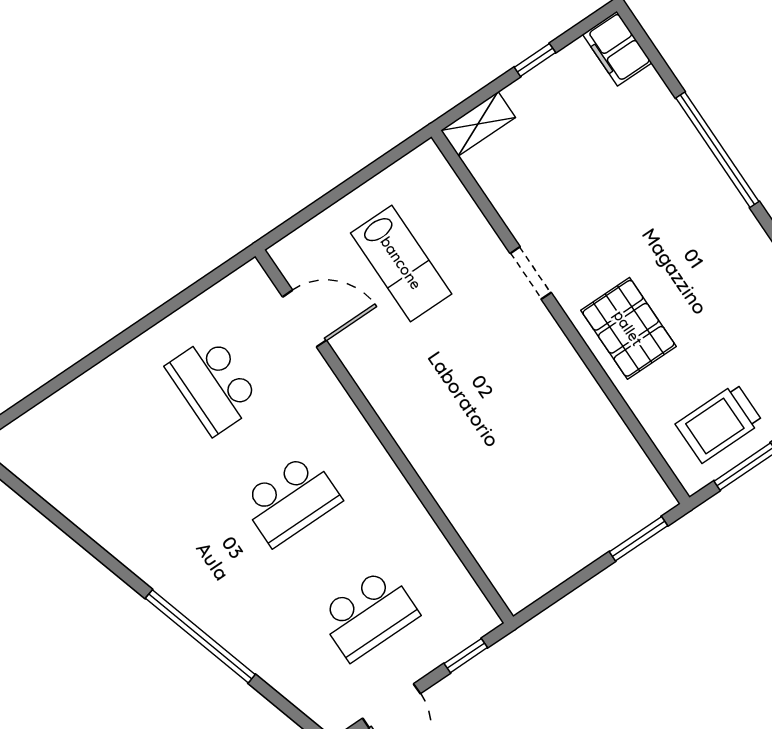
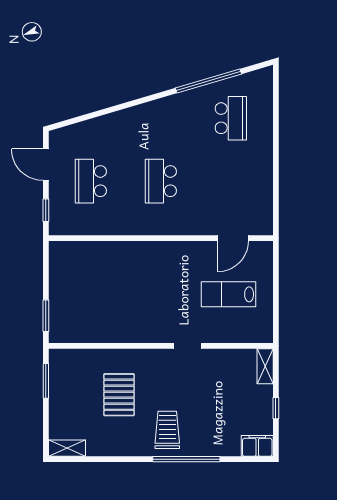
pallet: (628, 328) -> (119, 395), moved, turned 90
school desk: (213, 385) -> (231, 118), moved, turned 90
trolley: (719, 423) -> (167, 430), moved
window: (200, 636) -> (208, 81), moved

